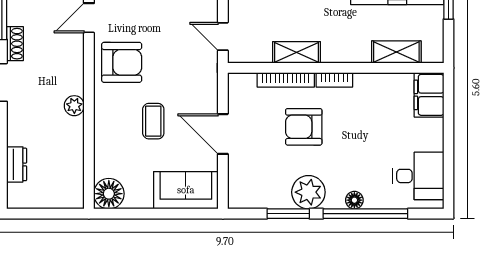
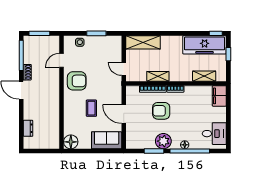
plant: (74, 106) -> (55, 101), removed

